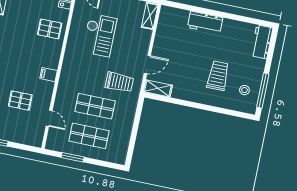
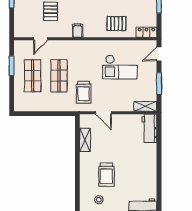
workbench: (205, 22) -> (149, 128), moved
pallet: (50, 29) -> (117, 24), turned 90
trolley: (218, 76) -> (106, 175), turned 90
shelving: (158, 88) -> (85, 140), moved

